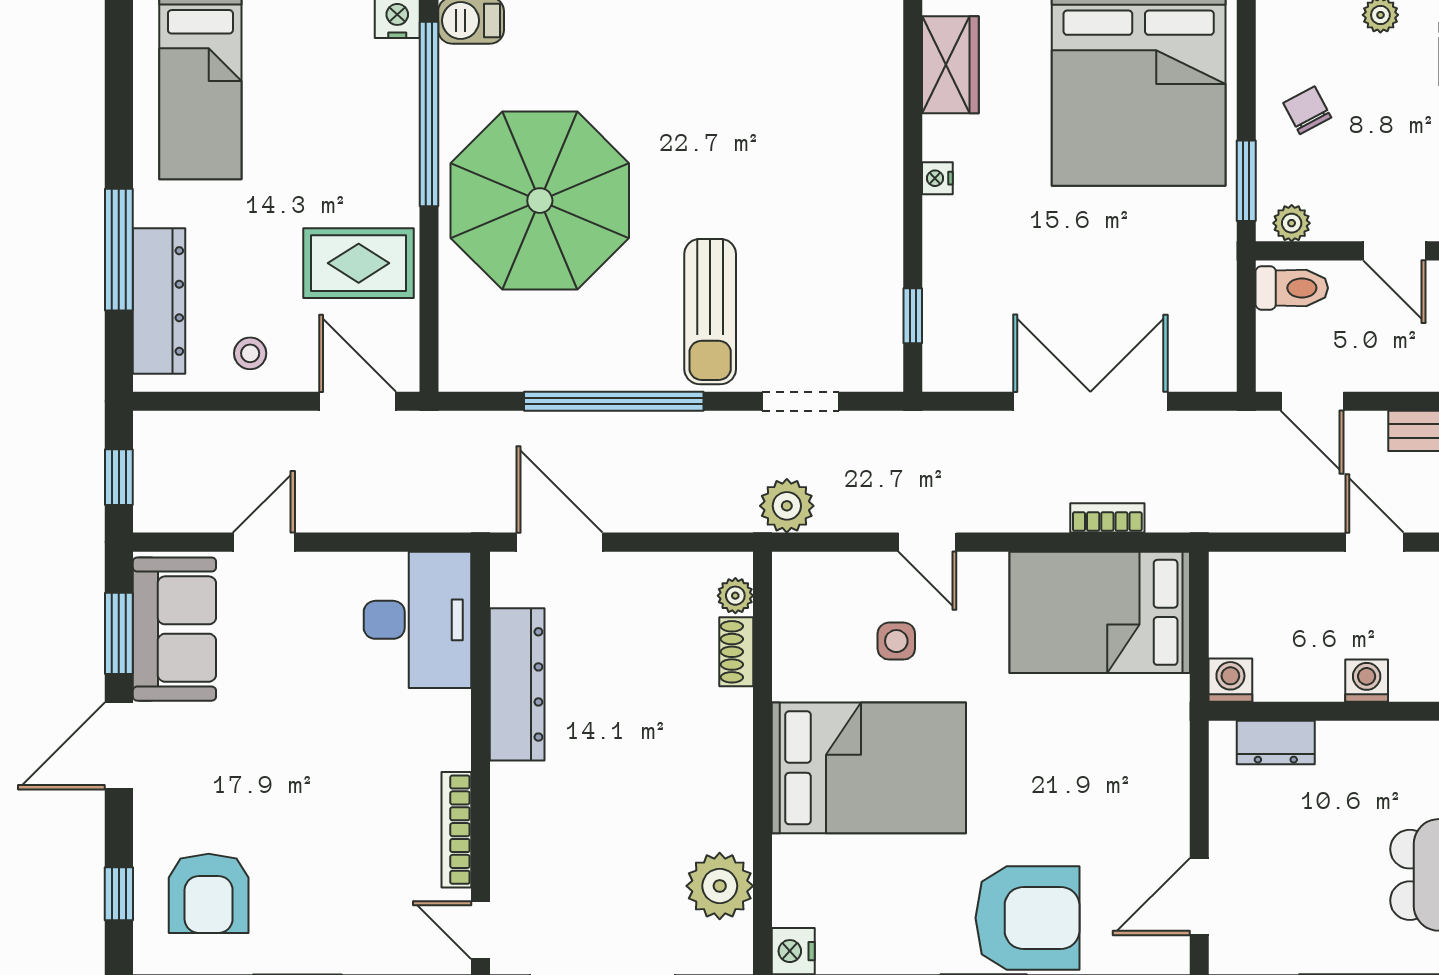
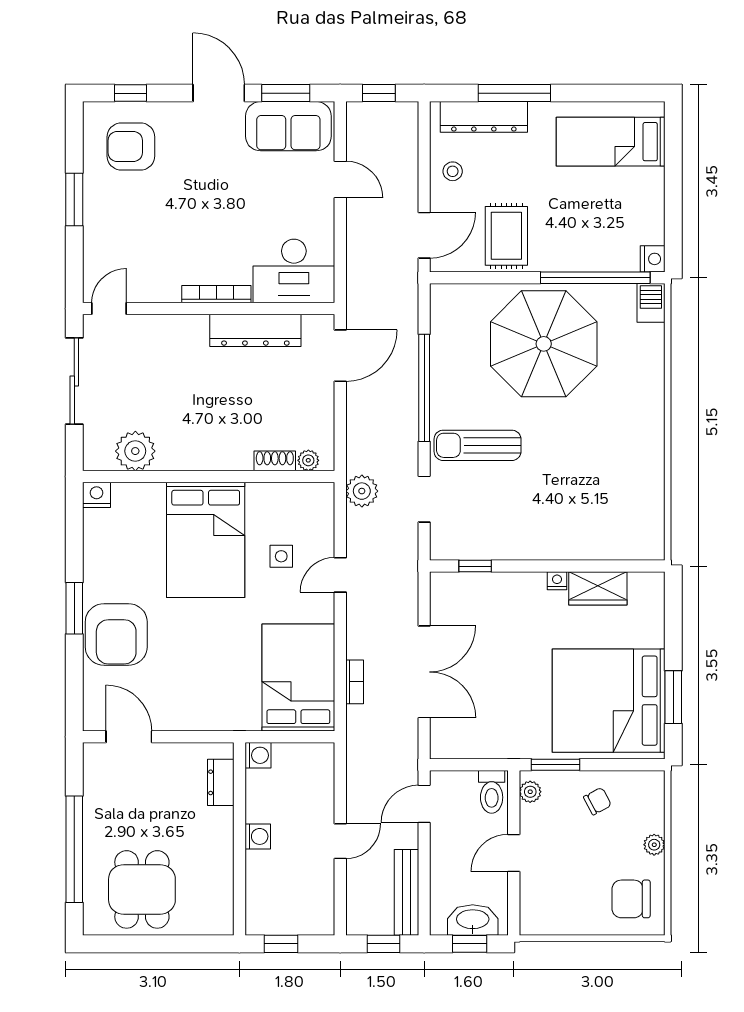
wardrobe: (950, 65) -> (598, 588), moved
bookcase: (456, 830) -> (216, 294), moved

